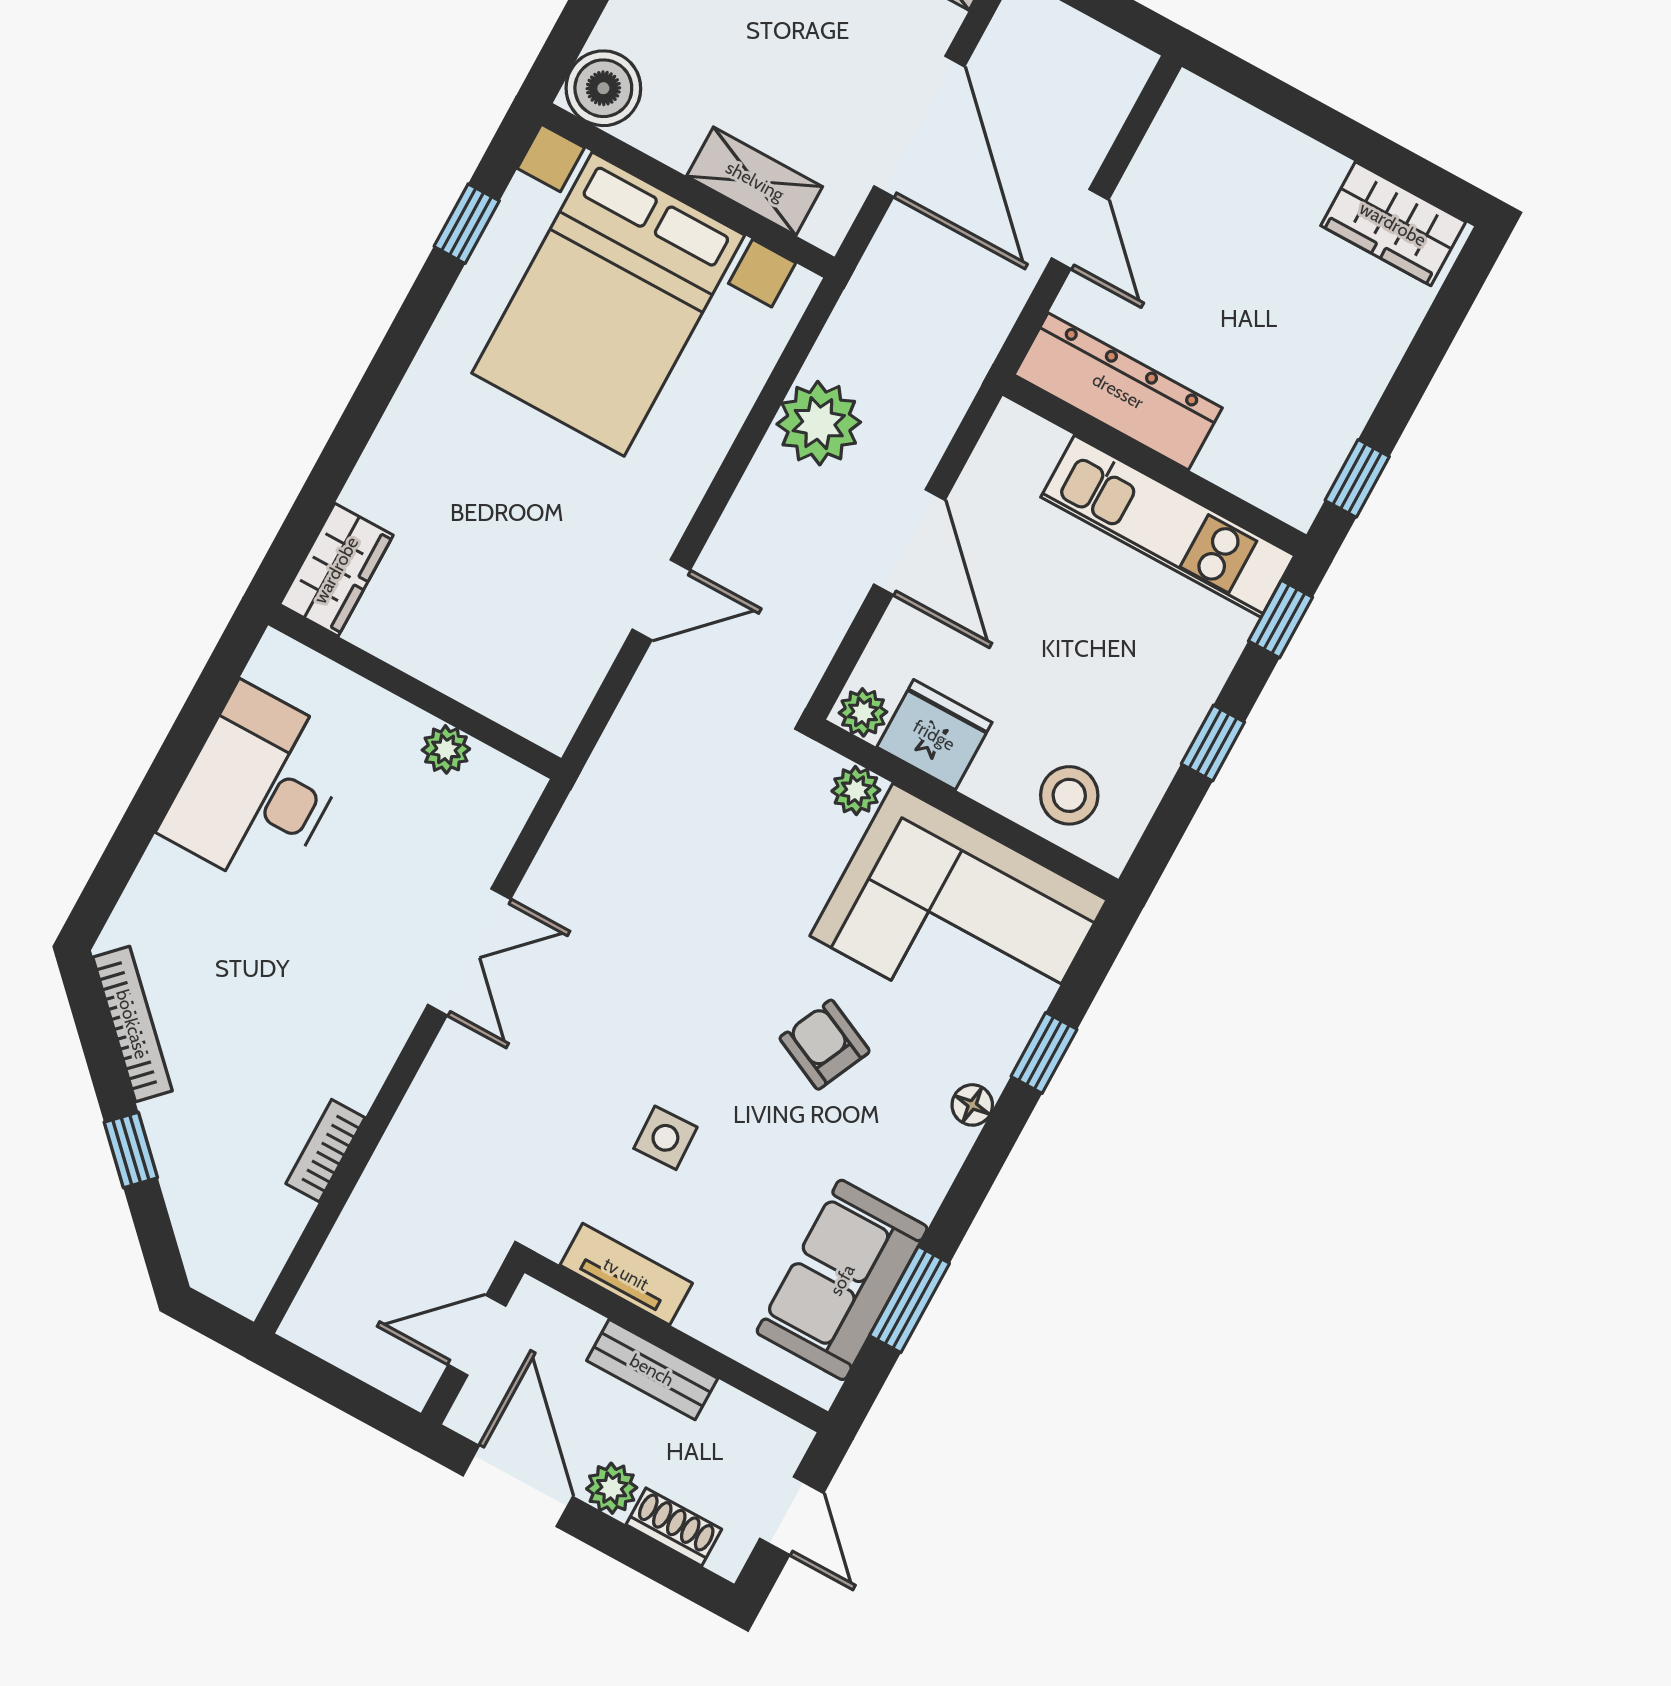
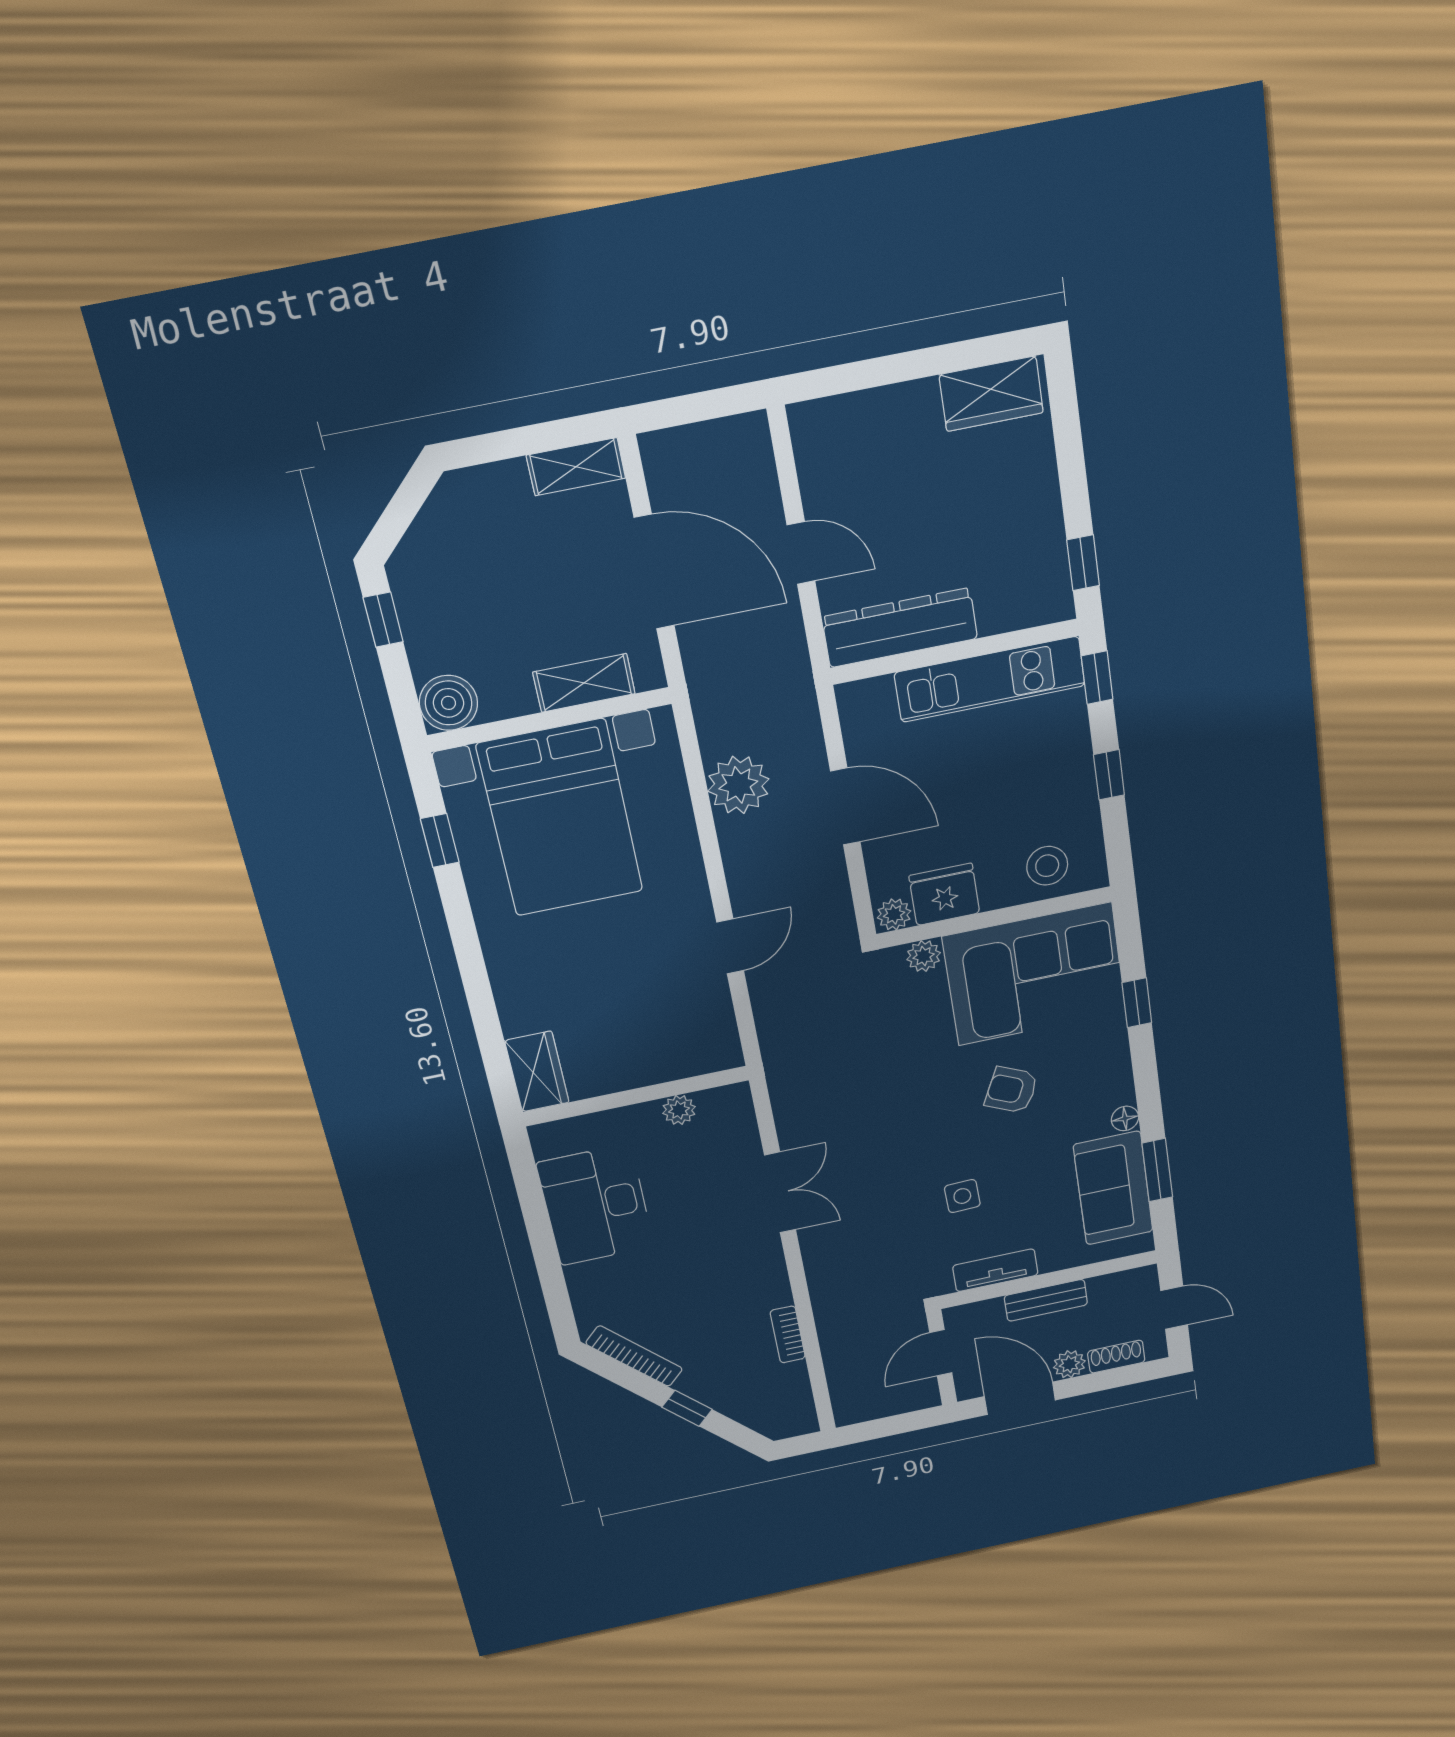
floor lamp: (972, 1105) -> (1125, 1118), moved

